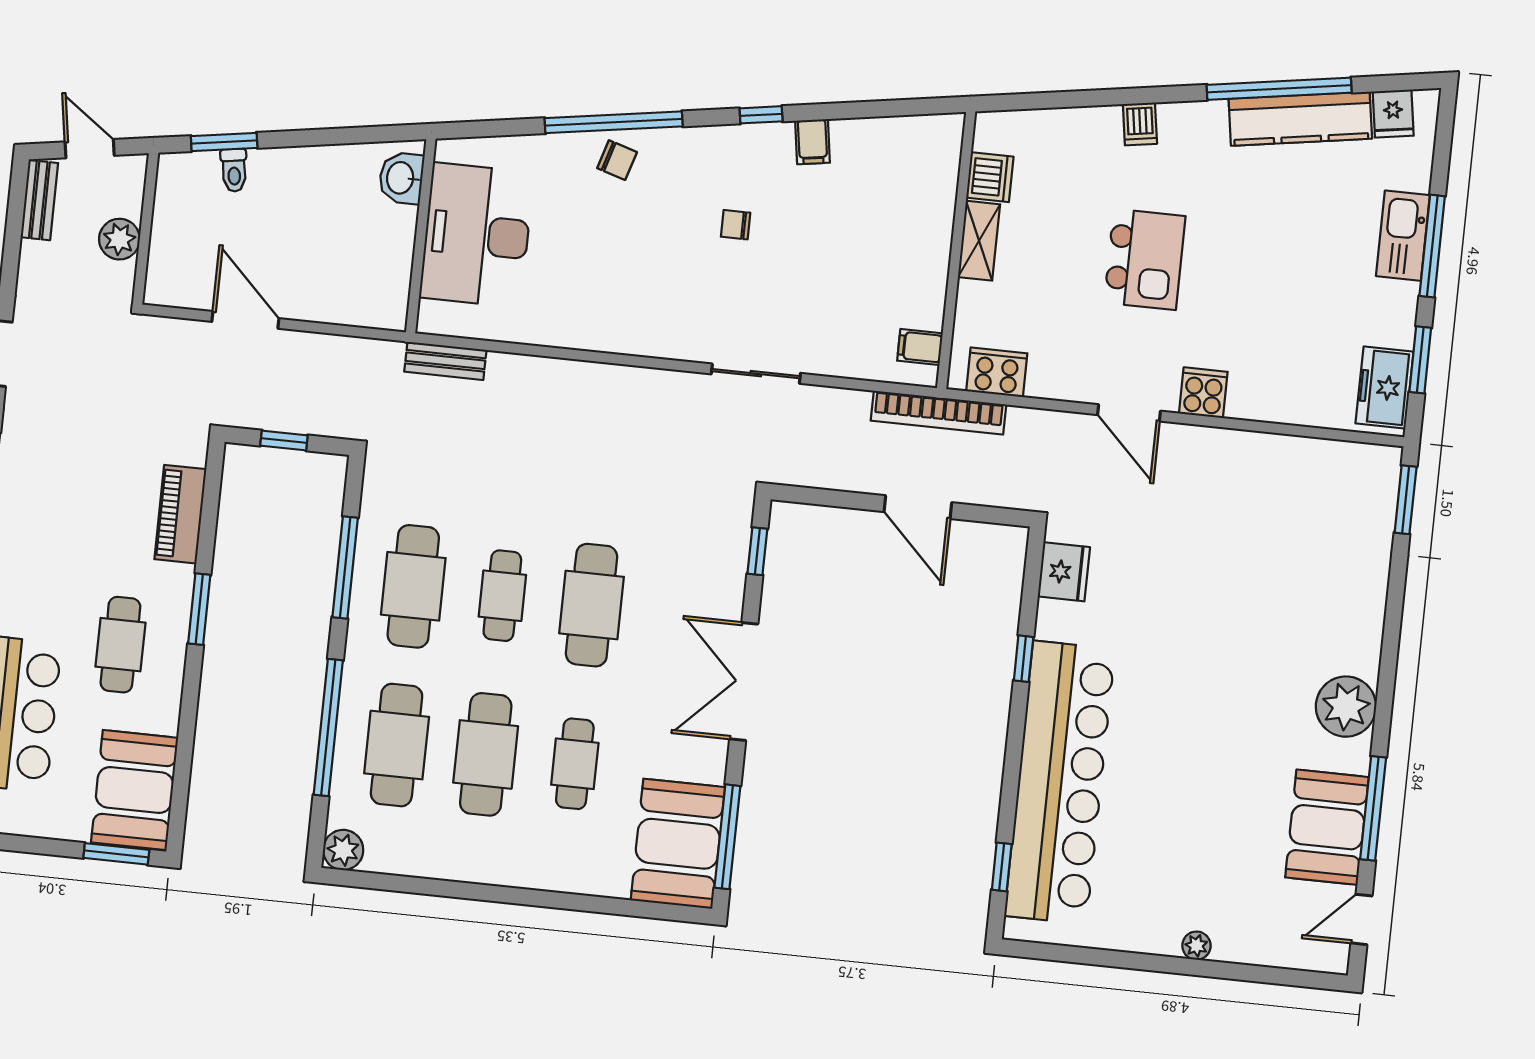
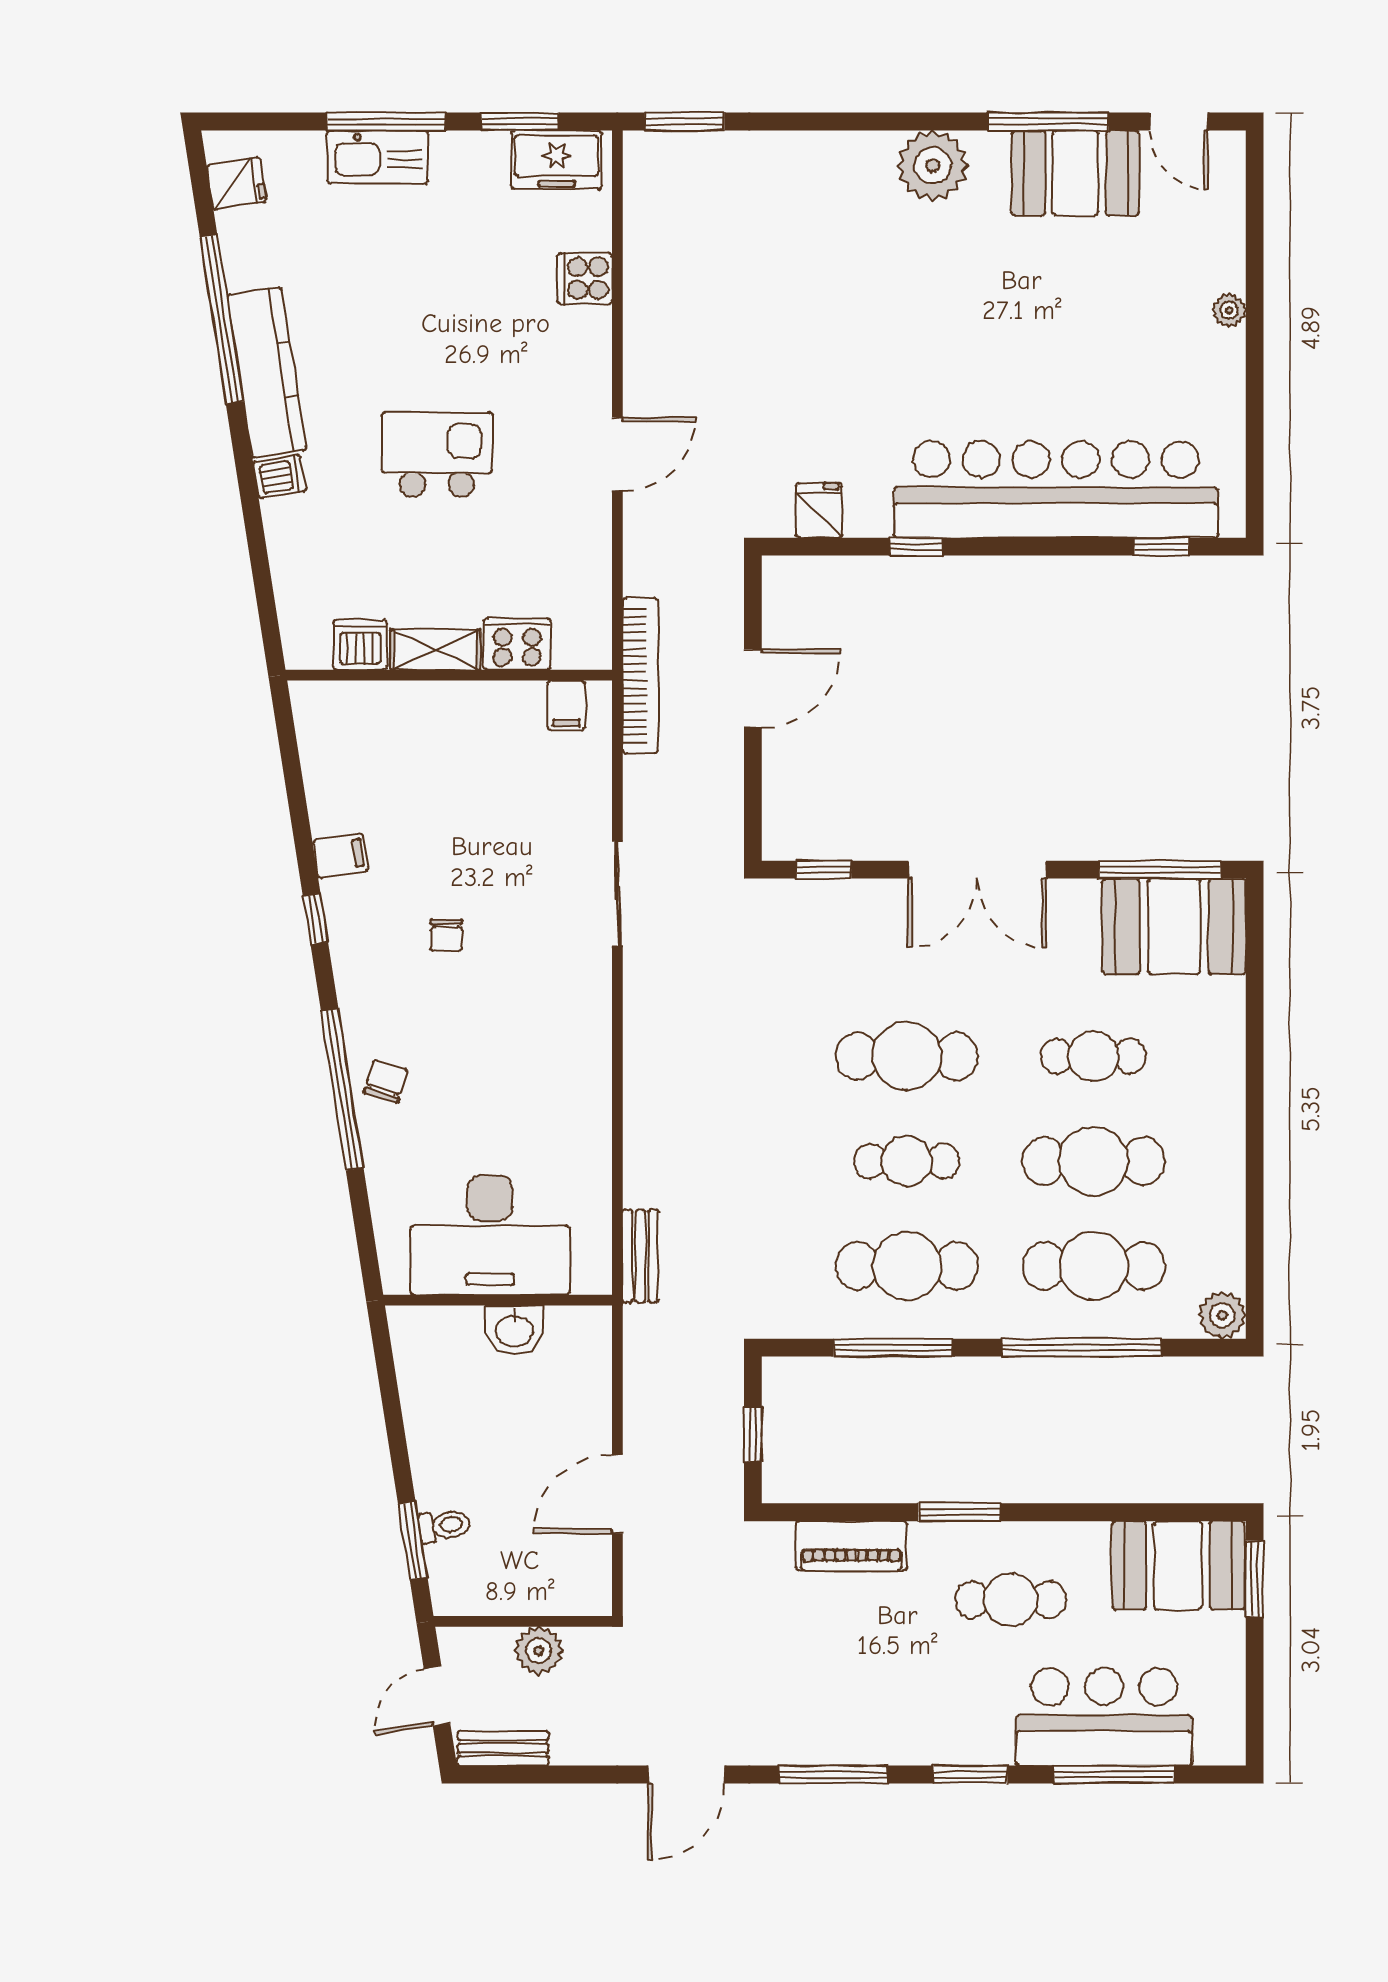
kitchen counter: (1300, 119) -> (267, 372), moved
washbasin: (401, 178) -> (514, 1330), moved
cooker: (997, 372) -> (517, 644), moved, turned 90
cooker: (1203, 393) -> (585, 278), moved
fridge: (1064, 572) -> (819, 510), width x0.72

